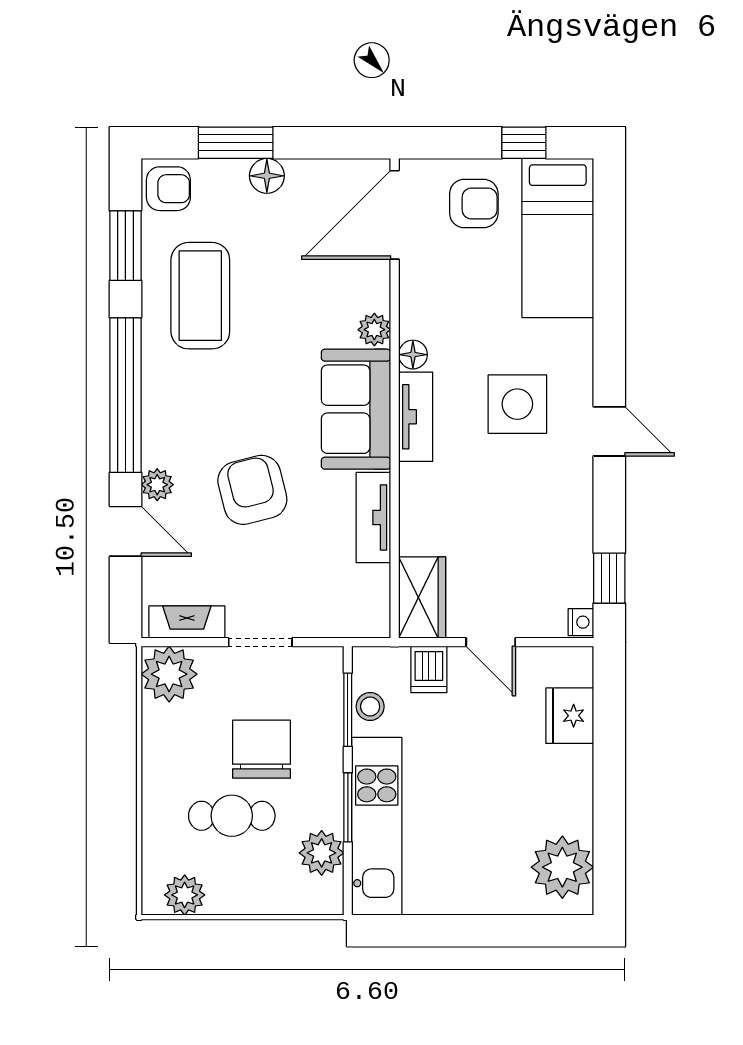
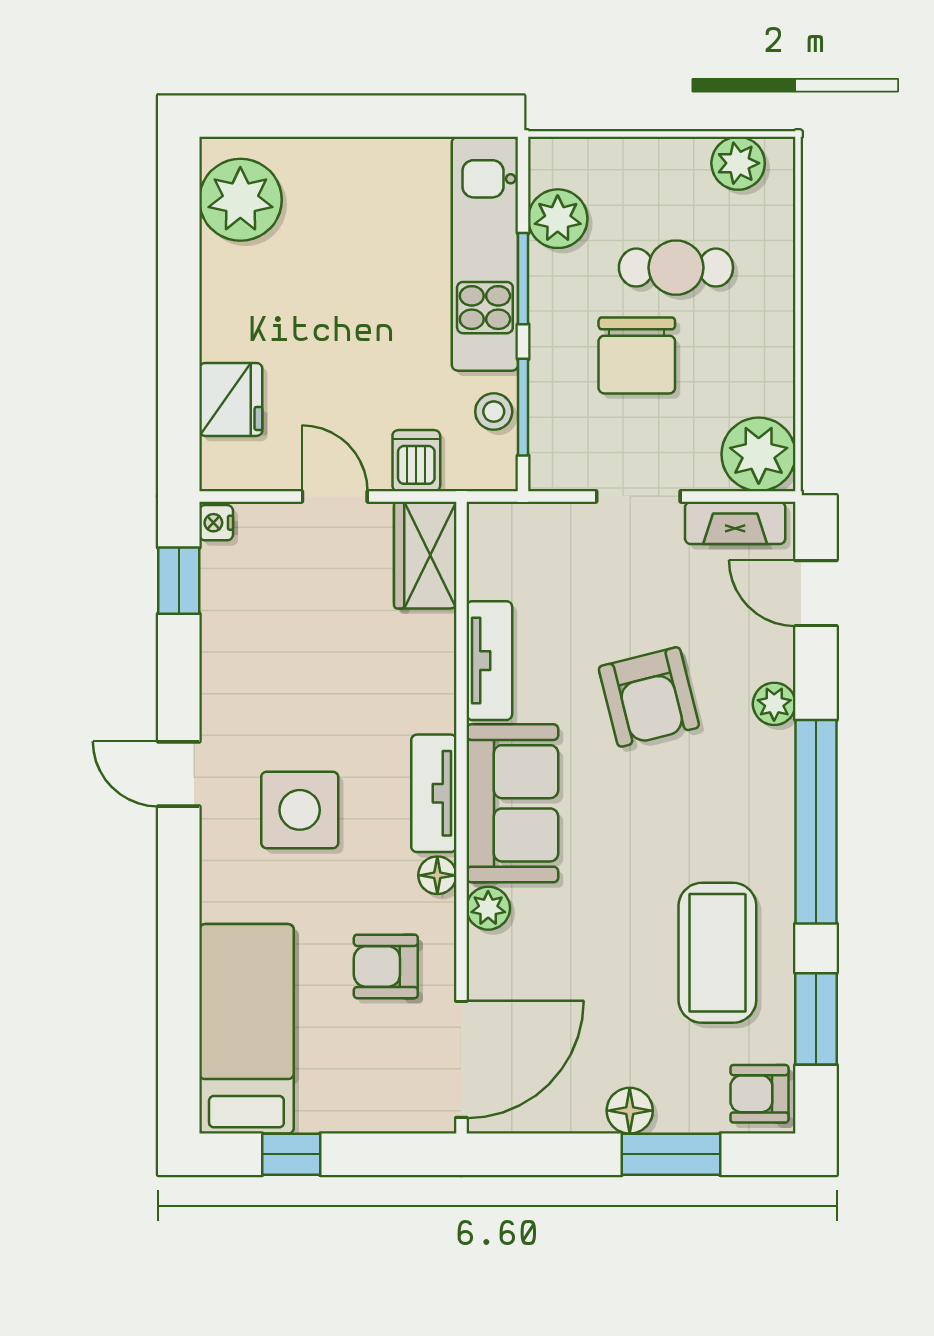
armchair: (474, 204) -> (386, 966), moved
door: (125, 531) -> (816, 593), moved

